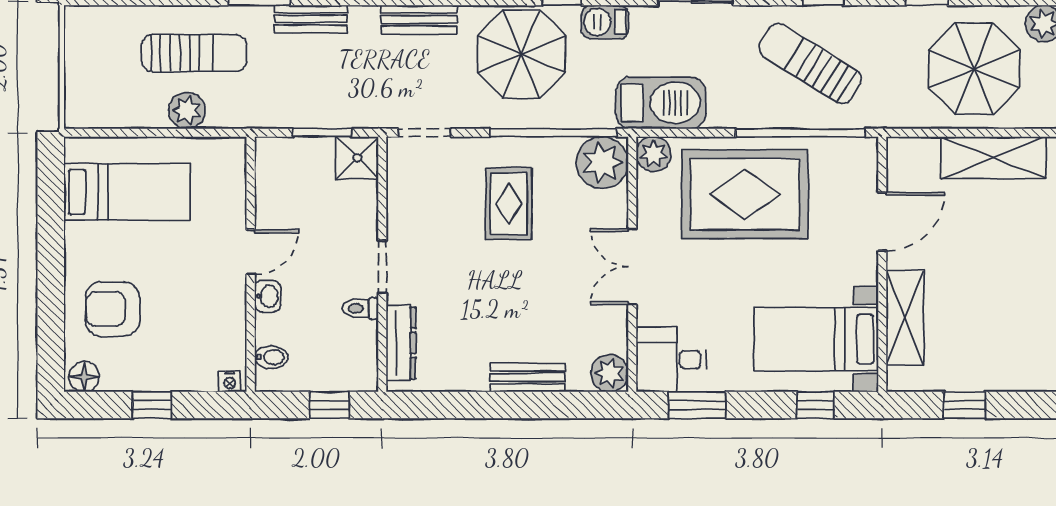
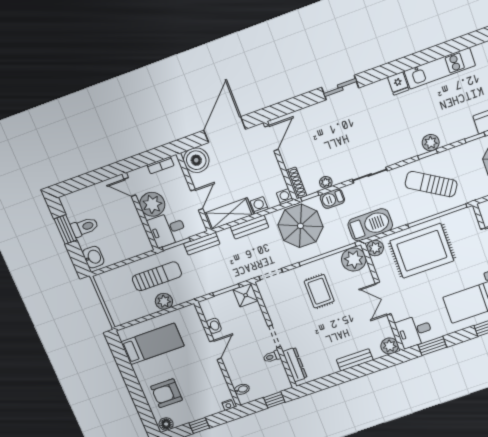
washbasin: (268, 296) -> (214, 326), moved

